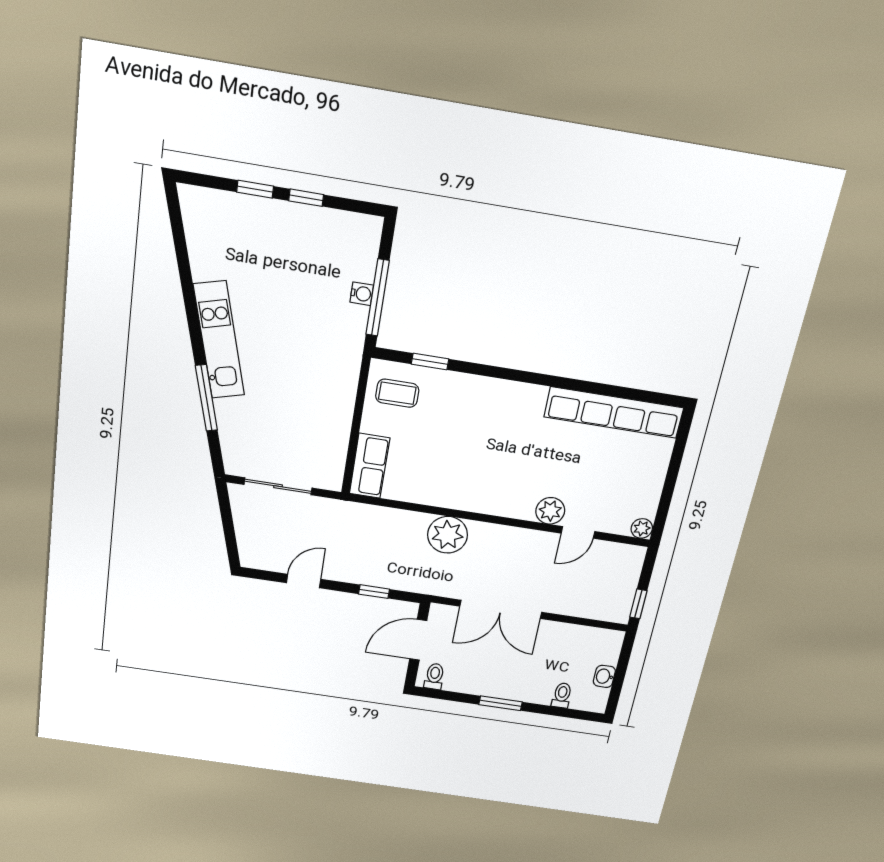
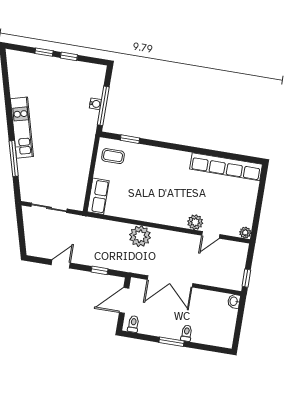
washbasin: (604, 676) -> (234, 301), moved
toilet: (562, 695) -> (187, 333), moved

